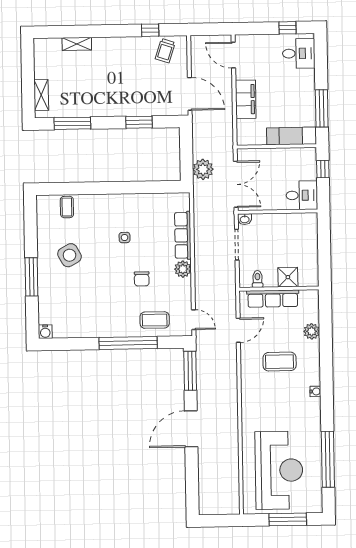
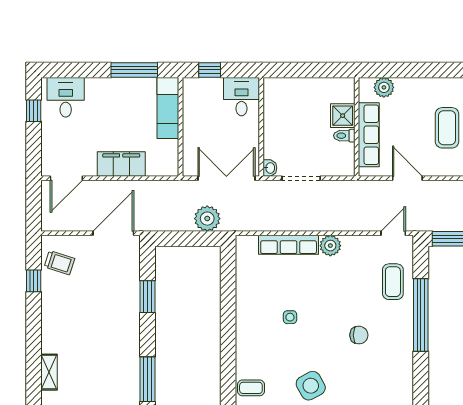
chair: (142, 279) -> (359, 335), moved
toilet: (257, 279) -> (344, 136), moved
plant: (312, 331) -> (384, 87), moved

